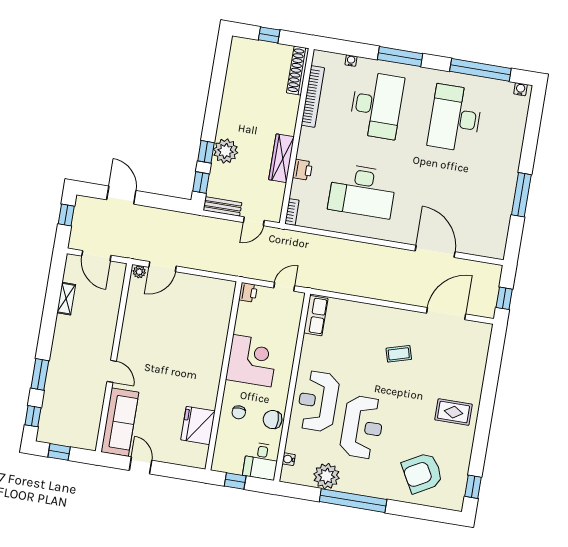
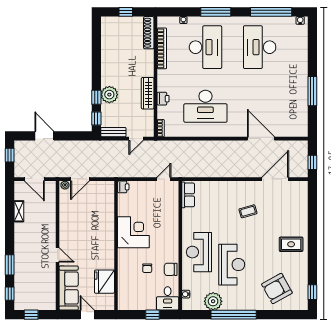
printer: (248, 292) -> (123, 187), moved
corner desk: (252, 361) -> (133, 232), moved
wall: (223, 376) -> (116, 246), moved
fridge: (198, 425) -> (104, 282), moved

